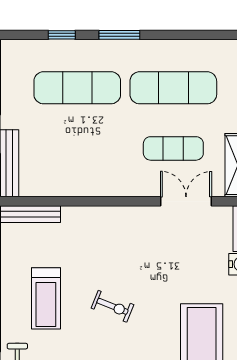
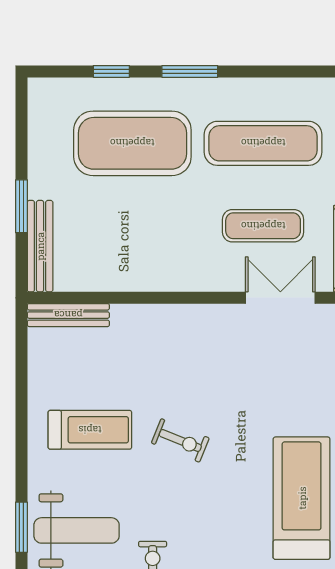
exercise mat: (77, 88) -> (132, 143), width x1.47
treadmill: (46, 298) -> (90, 430), turned -90

